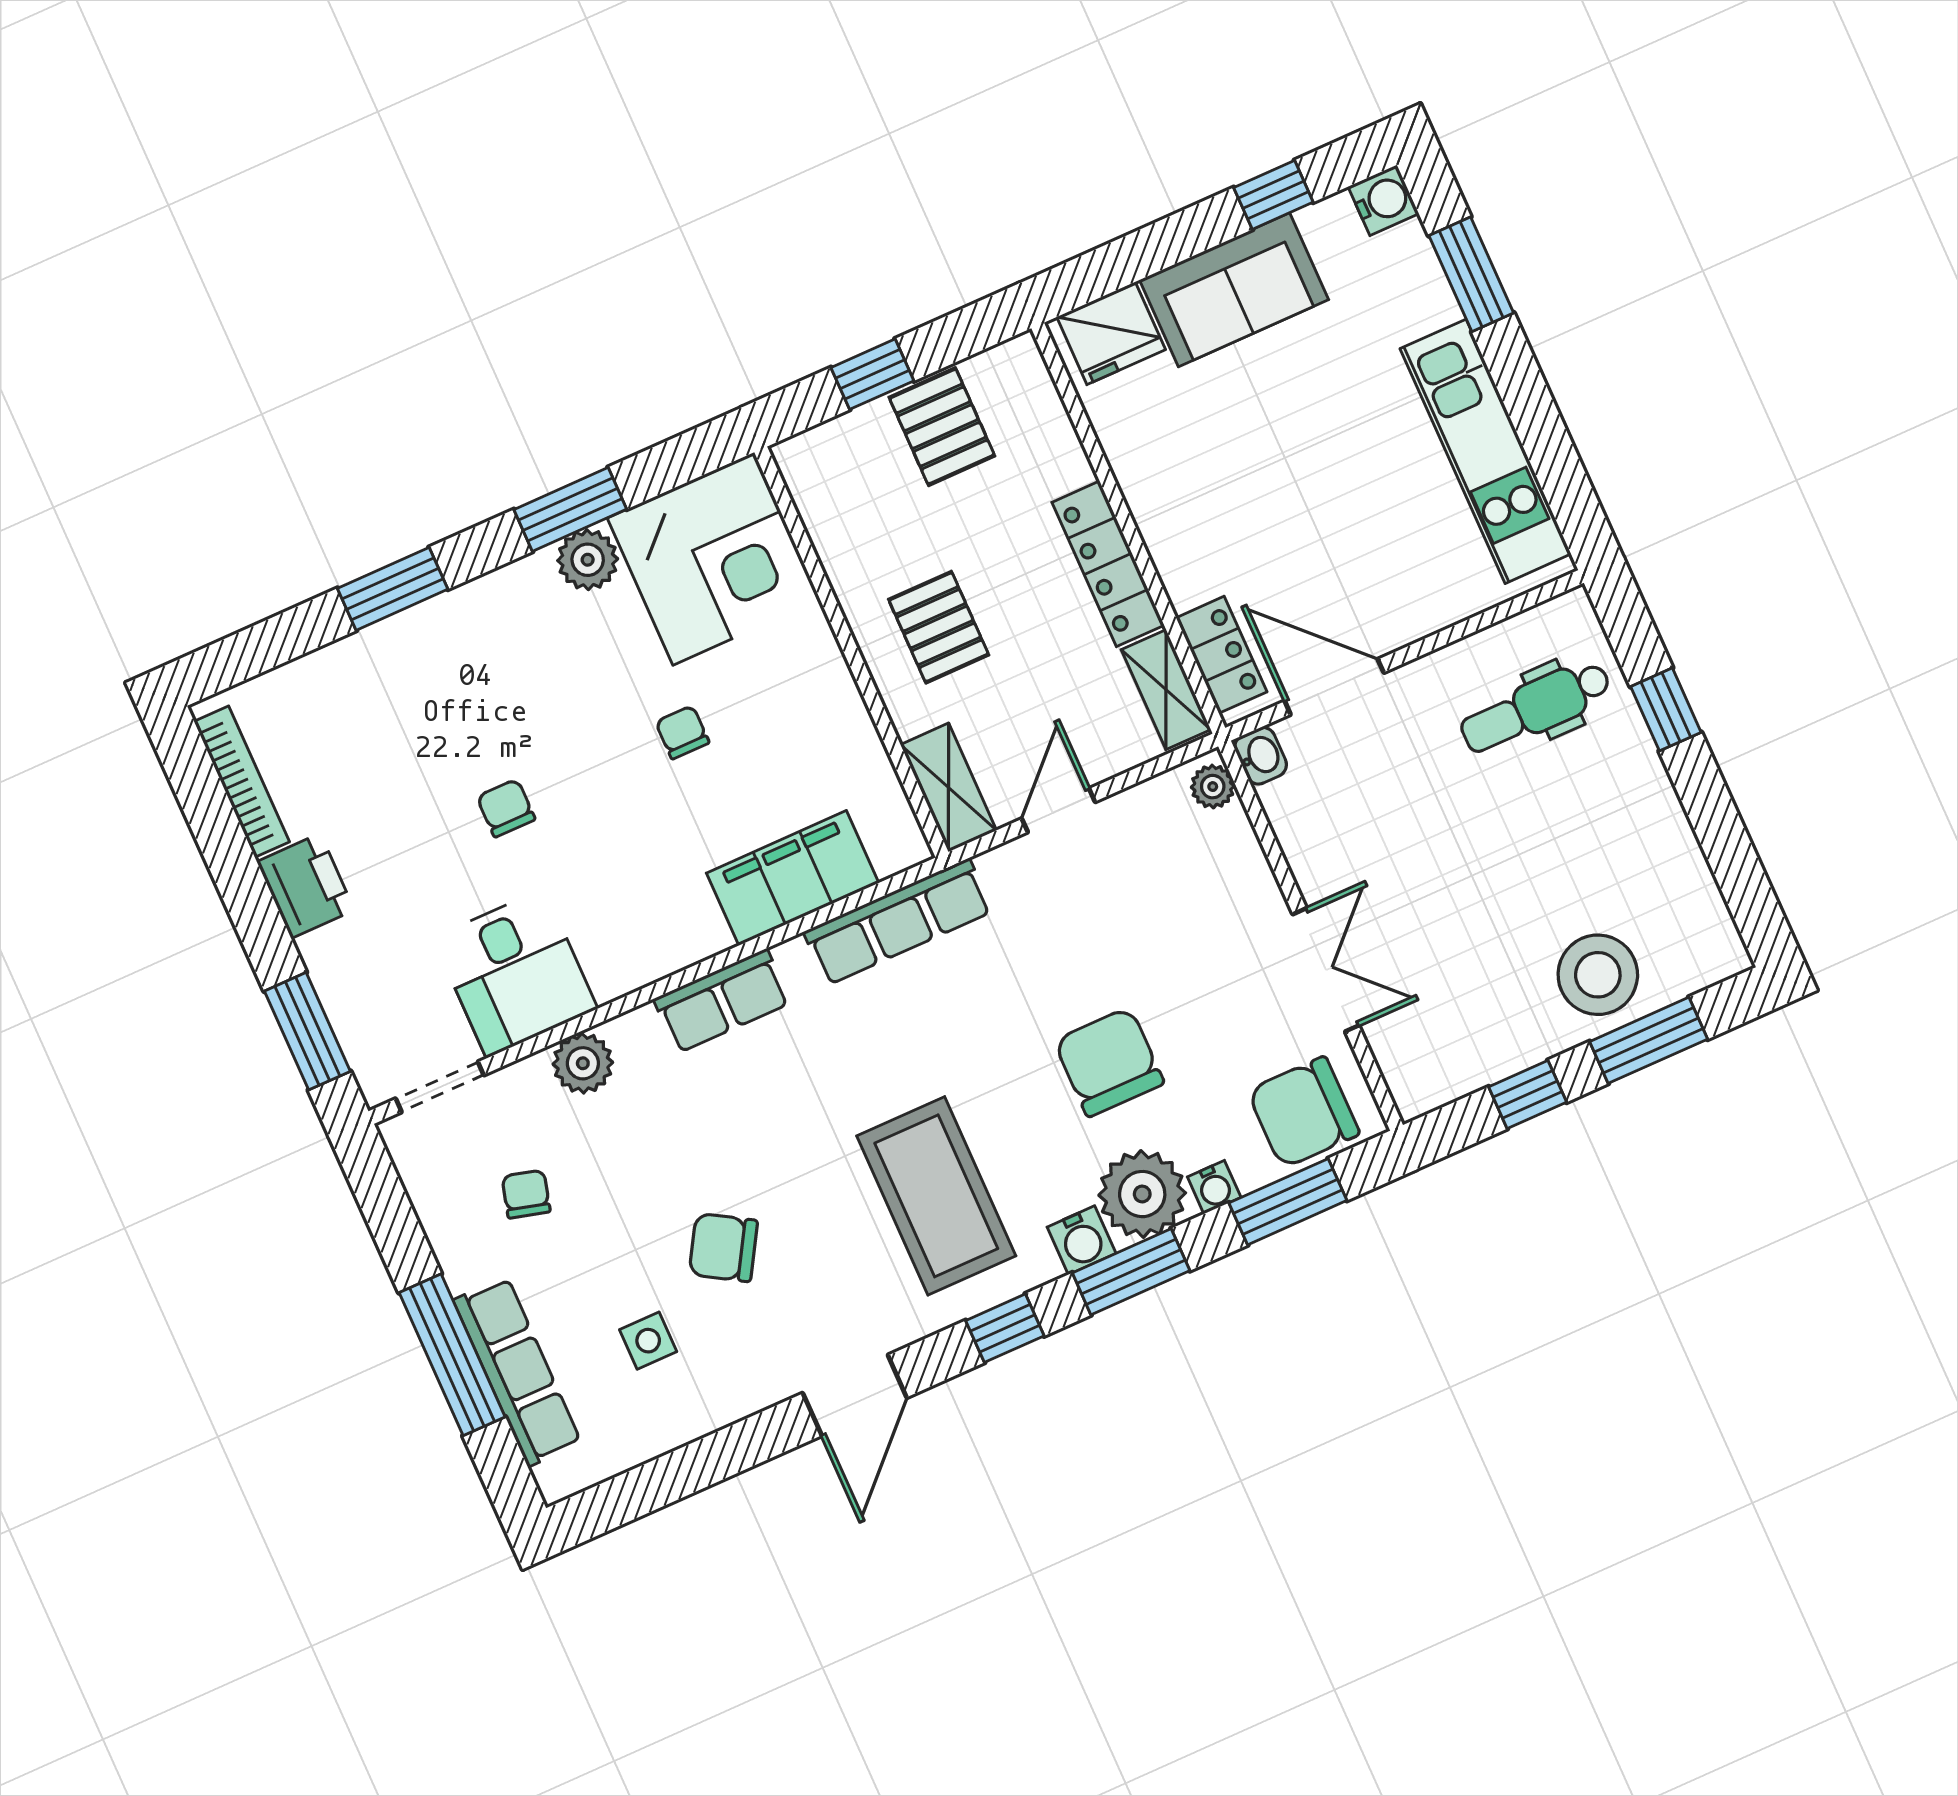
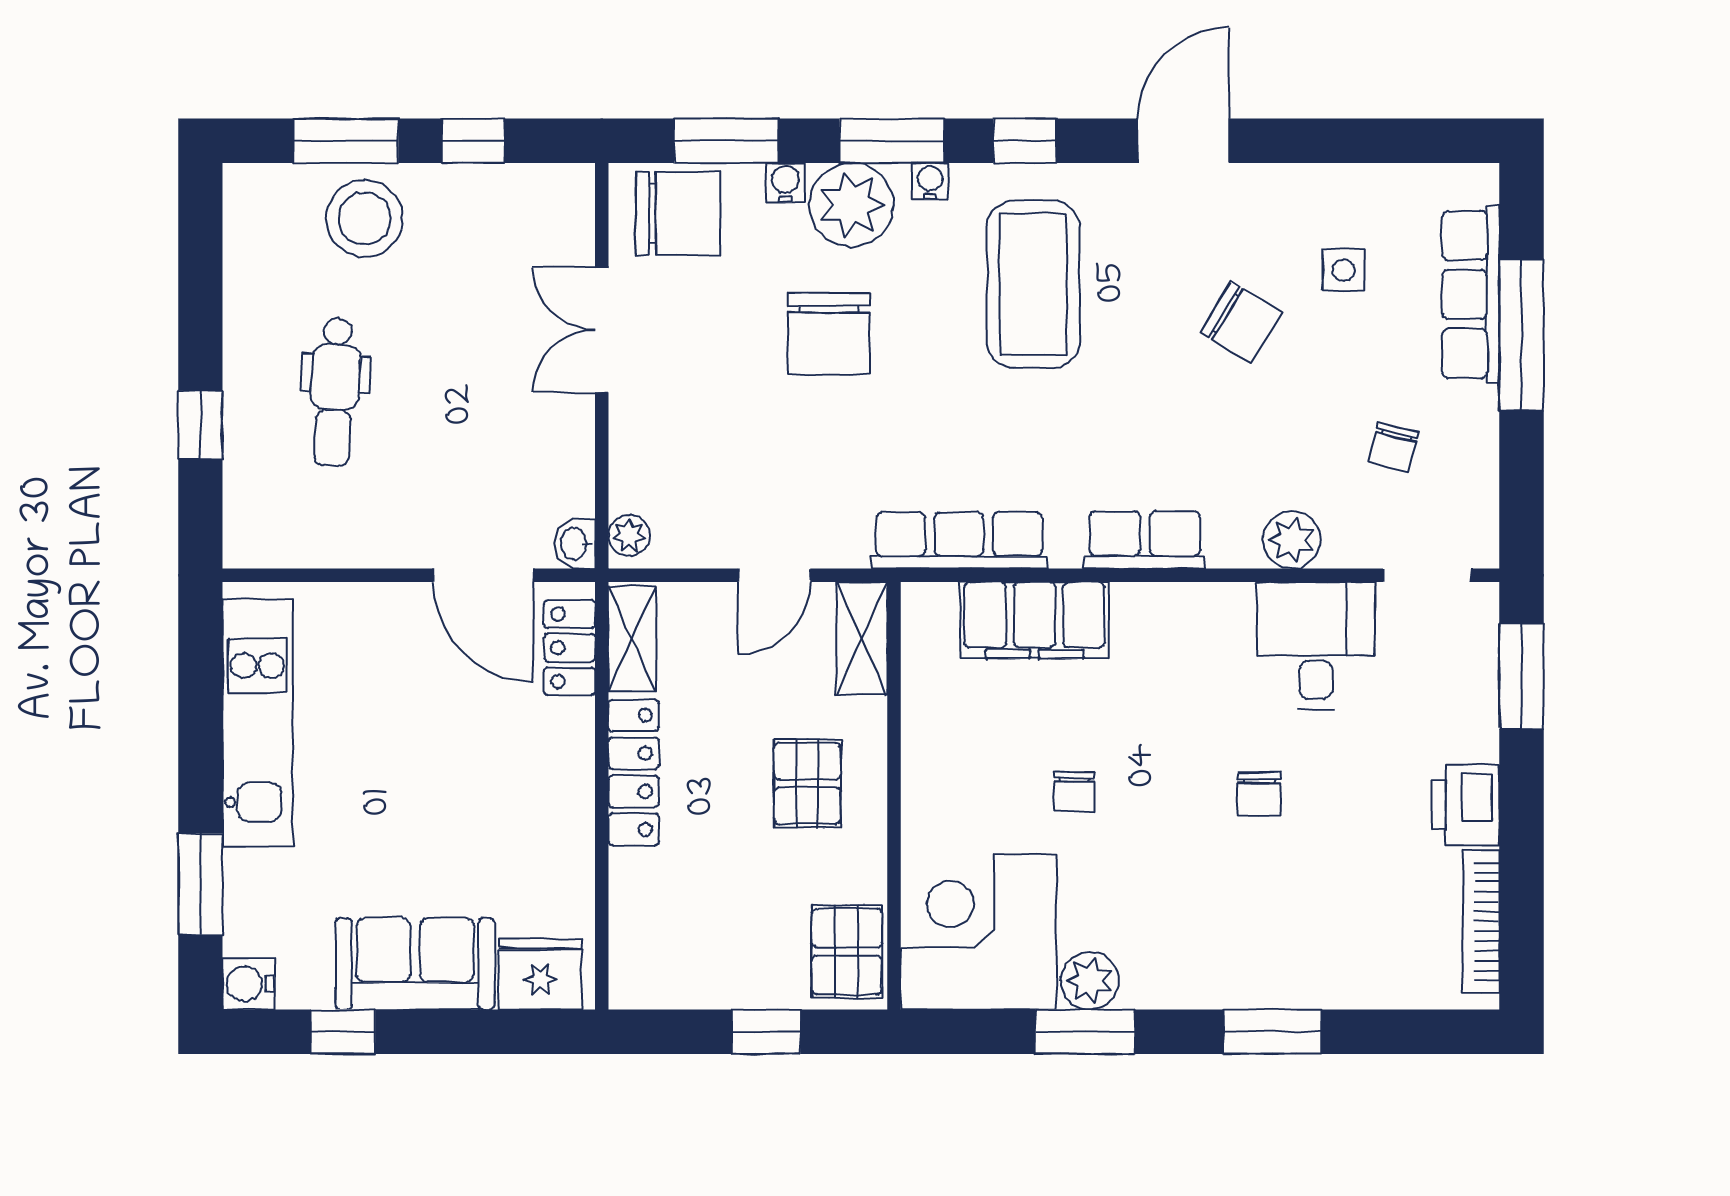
pallet: (942, 427) -> (847, 951), moved
dental chair: (1536, 707) -> (335, 392), moved, turned 93
water cooler: (1082, 1240) -> (930, 181), width x0.72, depth x0.72

